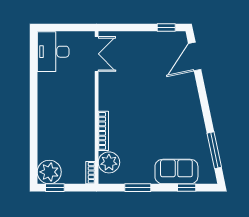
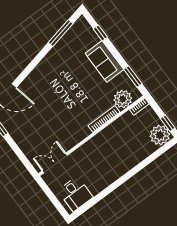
desk: (53, 52) -> (75, 194), width x0.73
sofa: (176, 172) -> (104, 61), moved
window: (138, 188) -> (133, 76), moved

